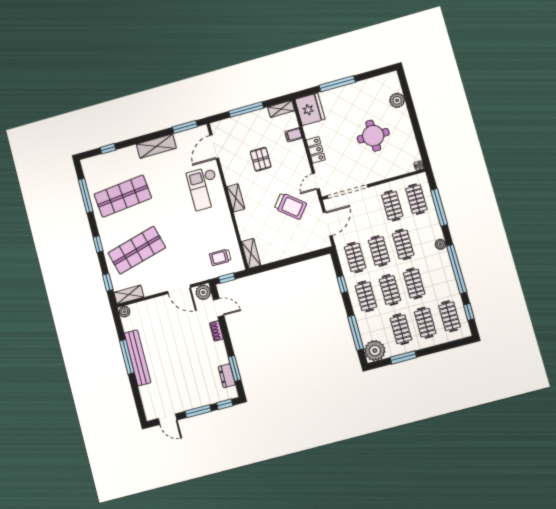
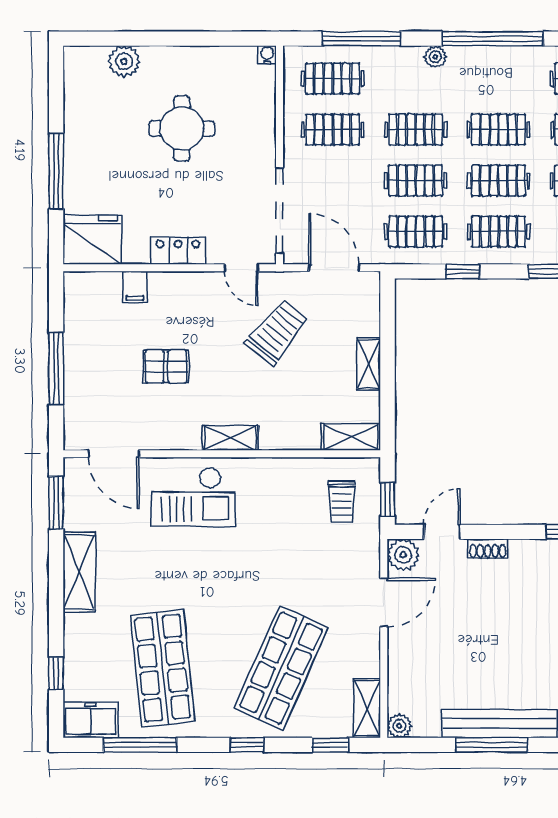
shelving: (281, 109) -> (369, 364), moved
freezer: (91, 170) -> (91, 720), added
shop shelf: (137, 250) -> (281, 668), turned 39

